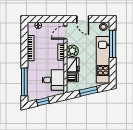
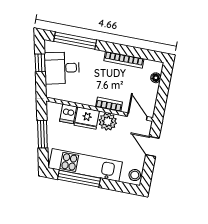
door: (83, 19) -> (152, 146), hinge flipped
window: (113, 44) -> (79, 179), moved
desk: (53, 80) -> (62, 68), moved, turned 77

